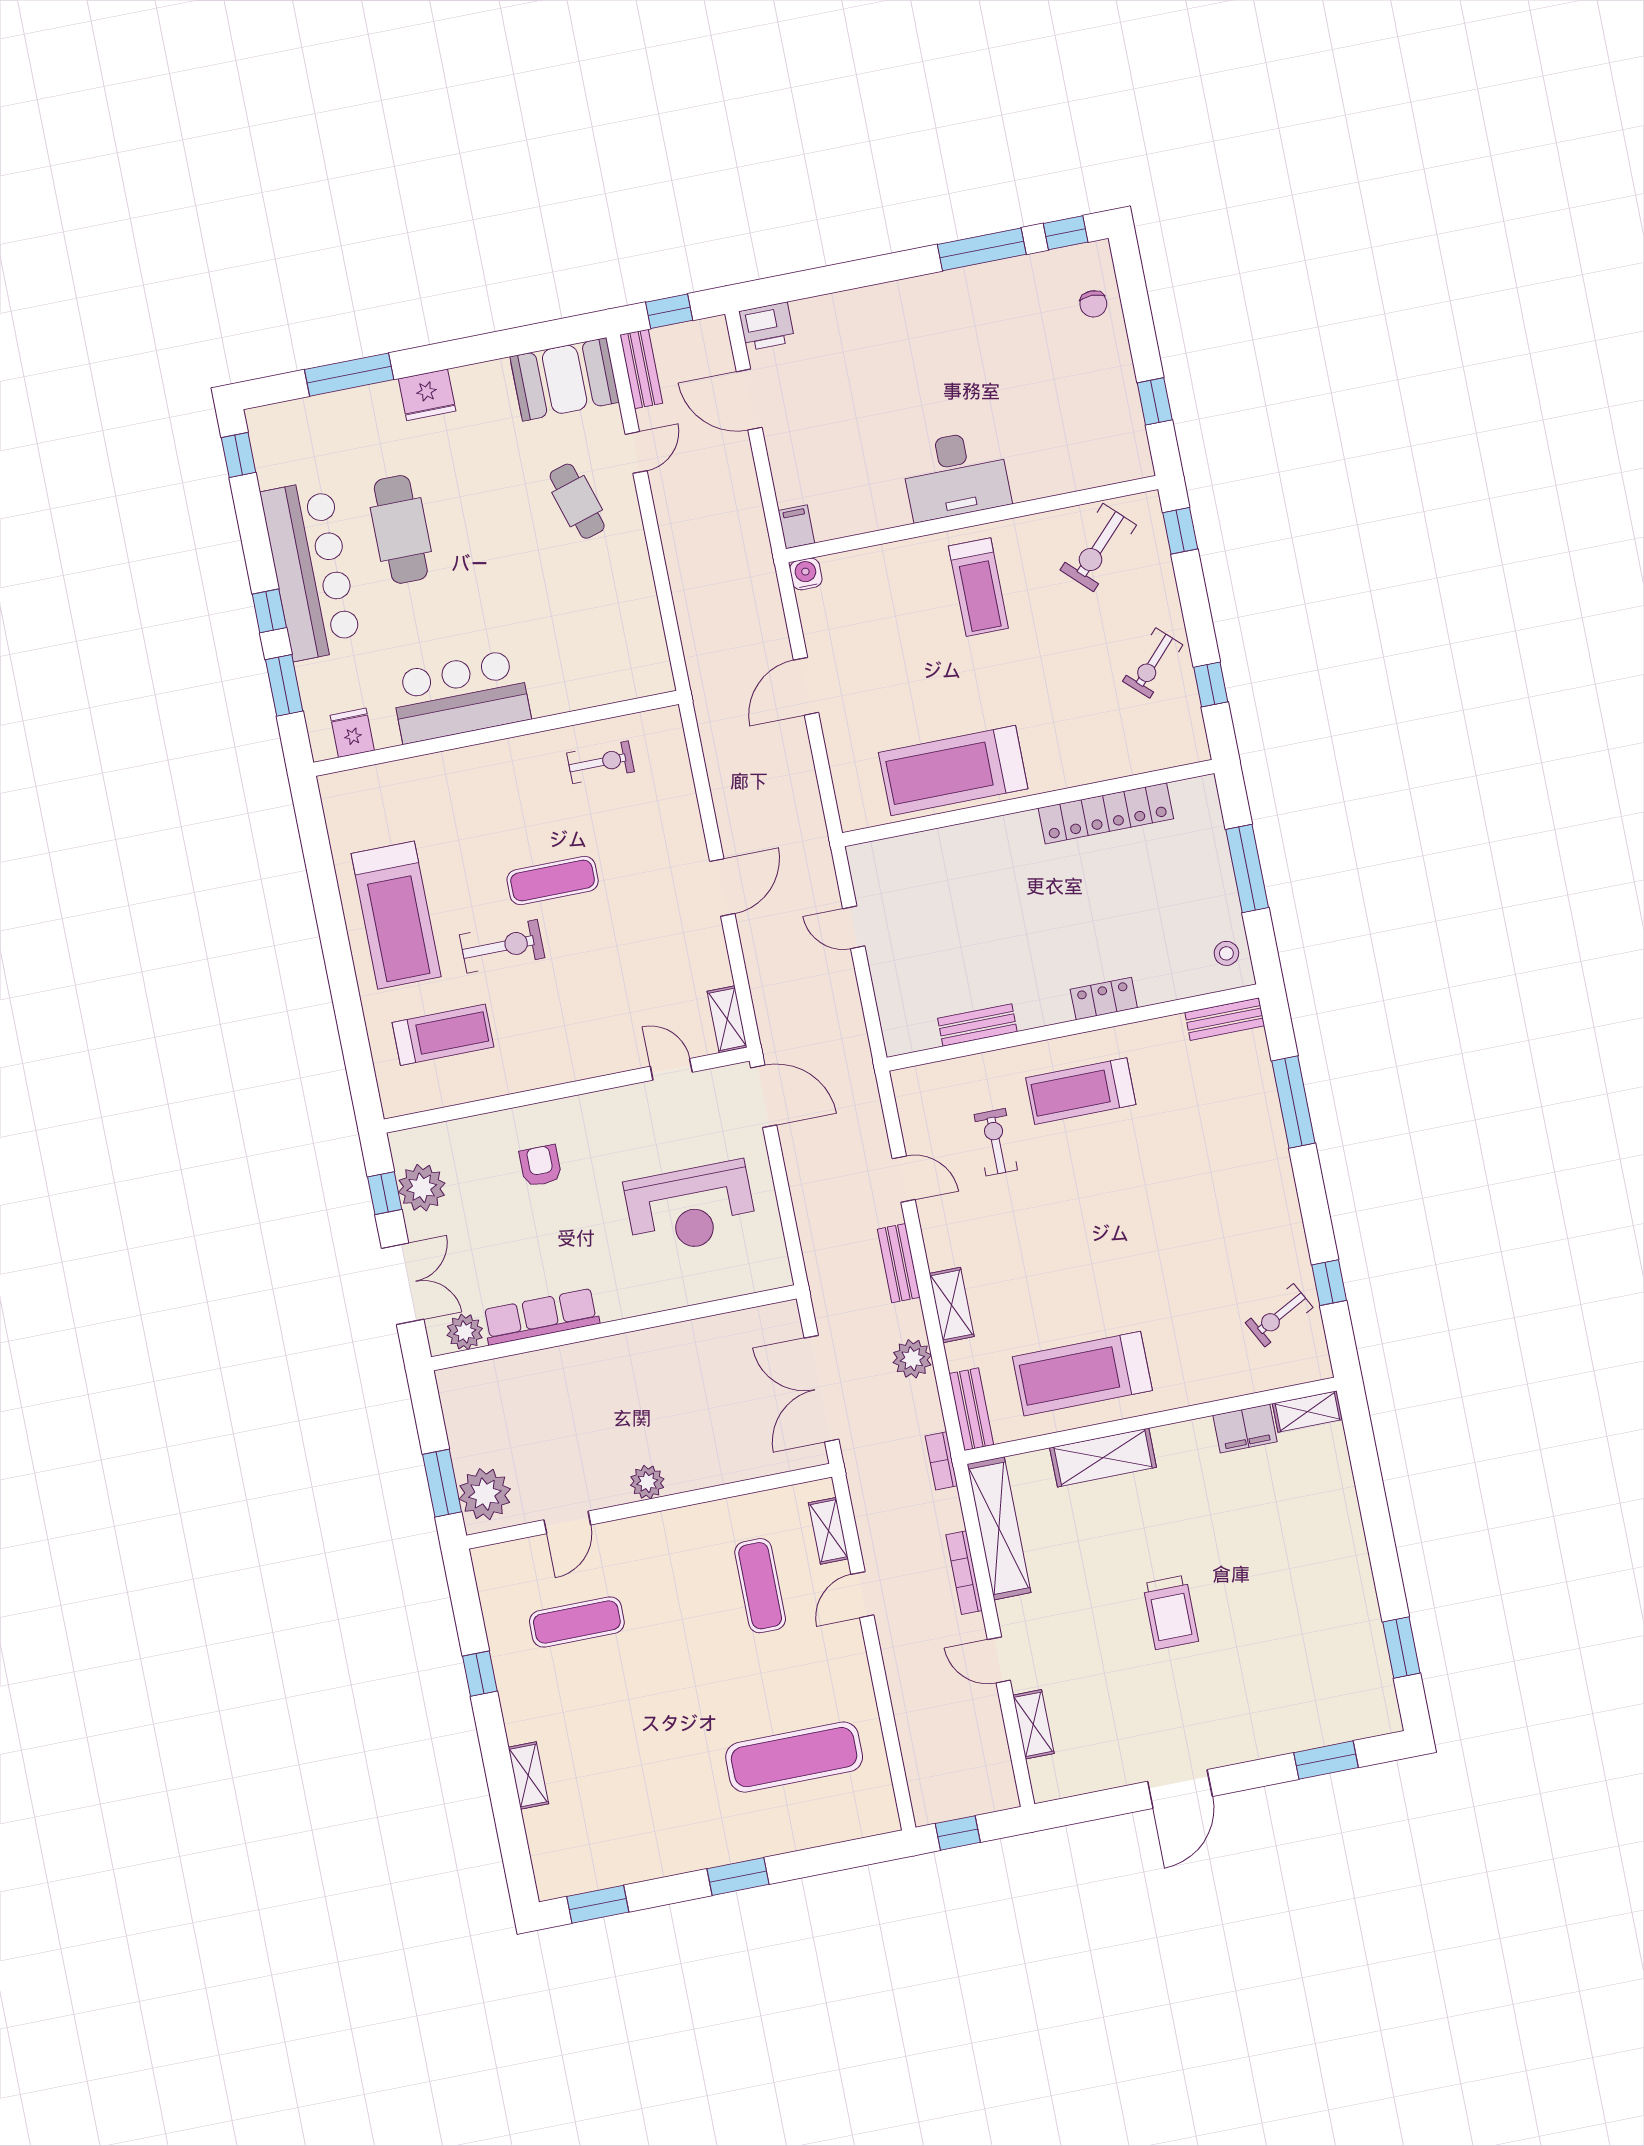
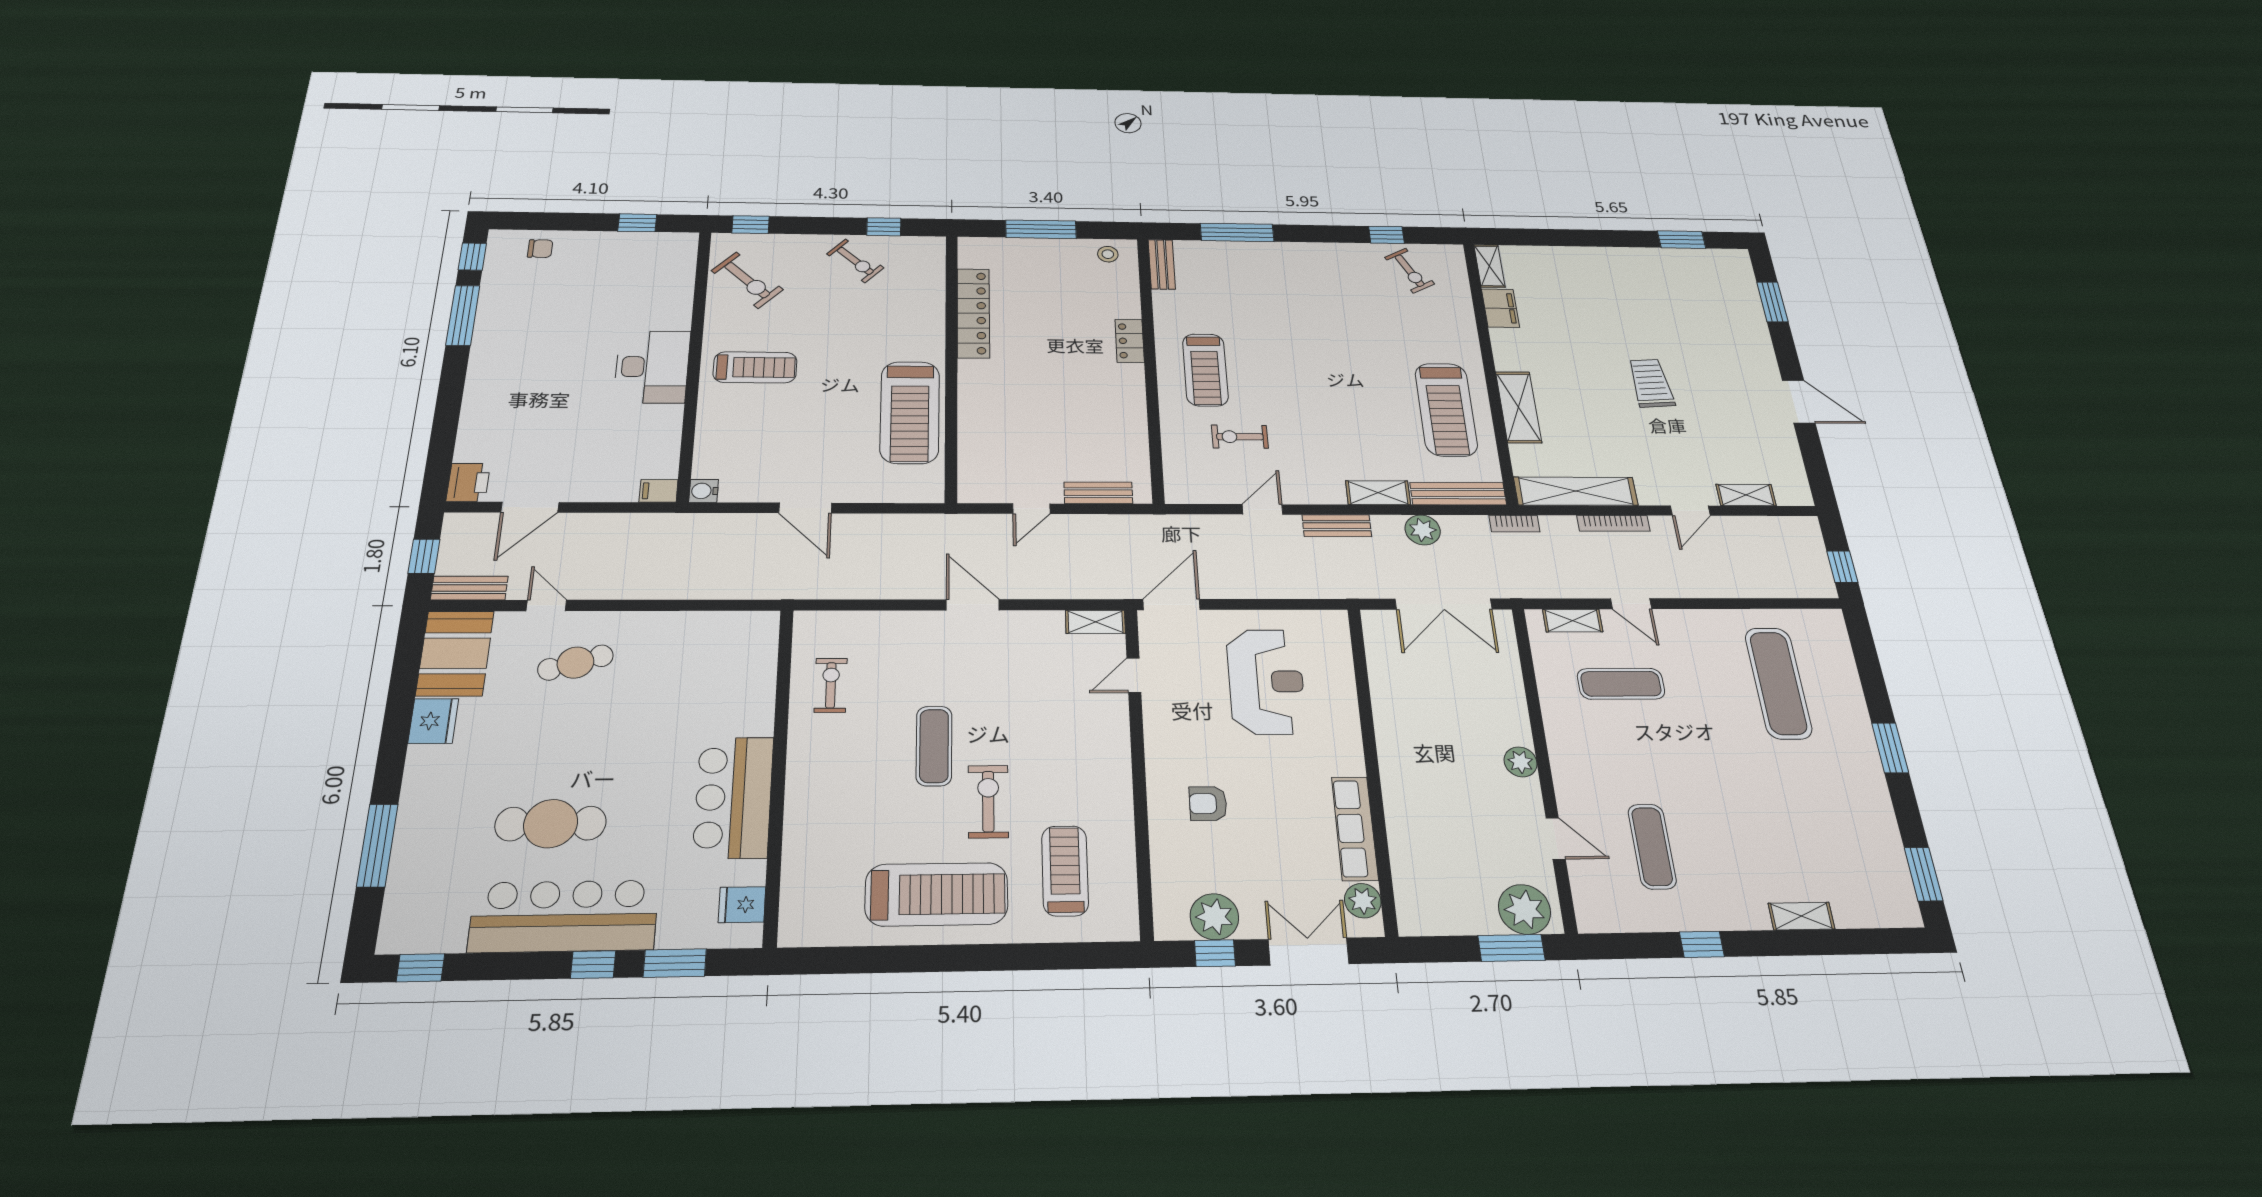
fridge: (427, 395) -> (433, 721), moved
bench: (977, 1025) -> (1098, 493), moved, turned 90
bench: (971, 1409) -> (1458, 494), width x1.36
trolley: (1171, 1612) -> (1651, 383), turned -94

